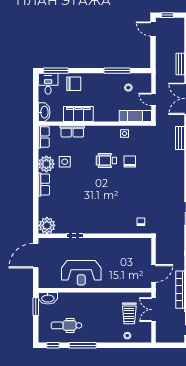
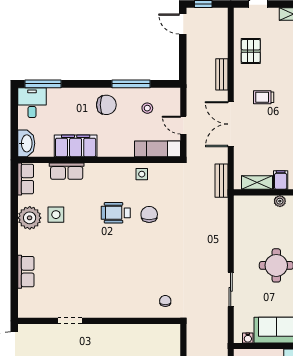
chair: (74, 84) -> (106, 105), moved
row of seats: (44, 184) -> (26, 272), moved
plant: (47, 225) -> (30, 306), removed

